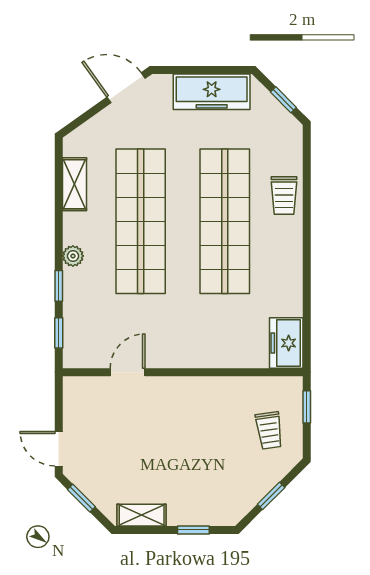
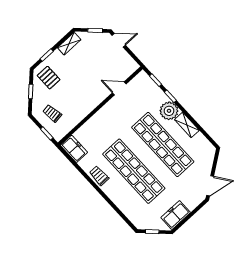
freezer: (212, 92) -> (176, 215), width x0.71
shelving: (74, 184) -> (187, 125), moved
trolley: (284, 195) -> (99, 176), moved
plant: (73, 256) -> (169, 111), width x1.87, depth x1.87
door: (128, 372) -> (119, 88), swing flipped
pallet: (223, 492) -> (49, 78), added

